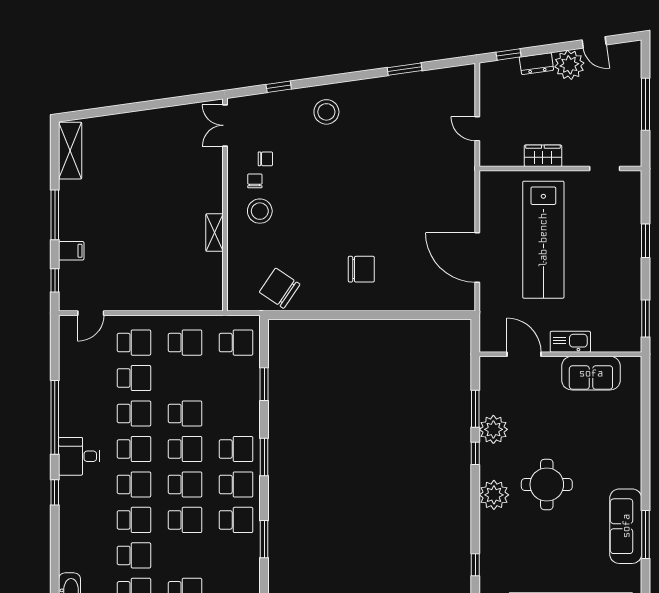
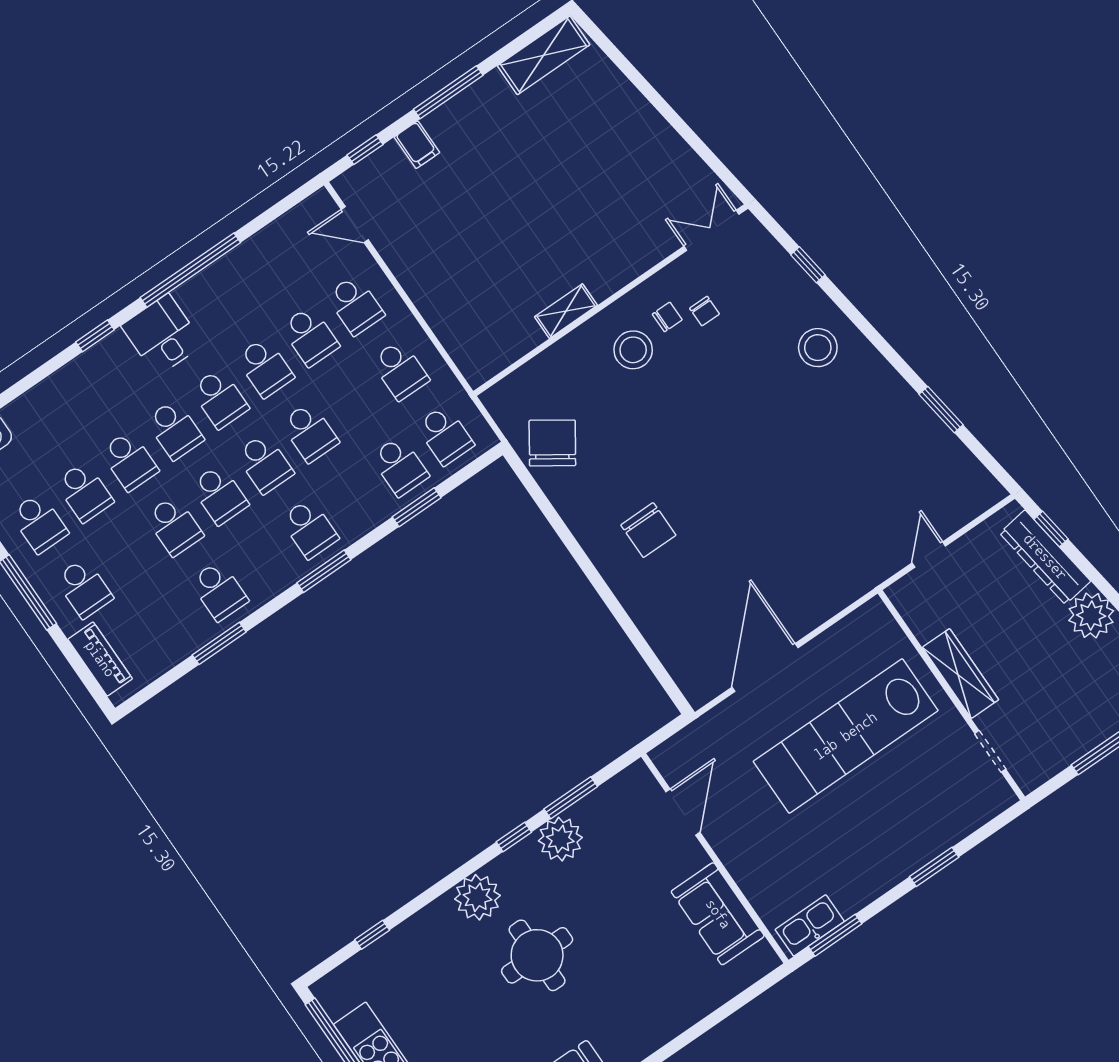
dresser: (536, 64) -> (1045, 557), width x1.96, depth x1.24
wardrobe: (543, 156) -> (960, 674), width x1.50
kitchen sink: (570, 342) -> (810, 925), moved, turned -90
school desk: (236, 484) -> (400, 466), moved

